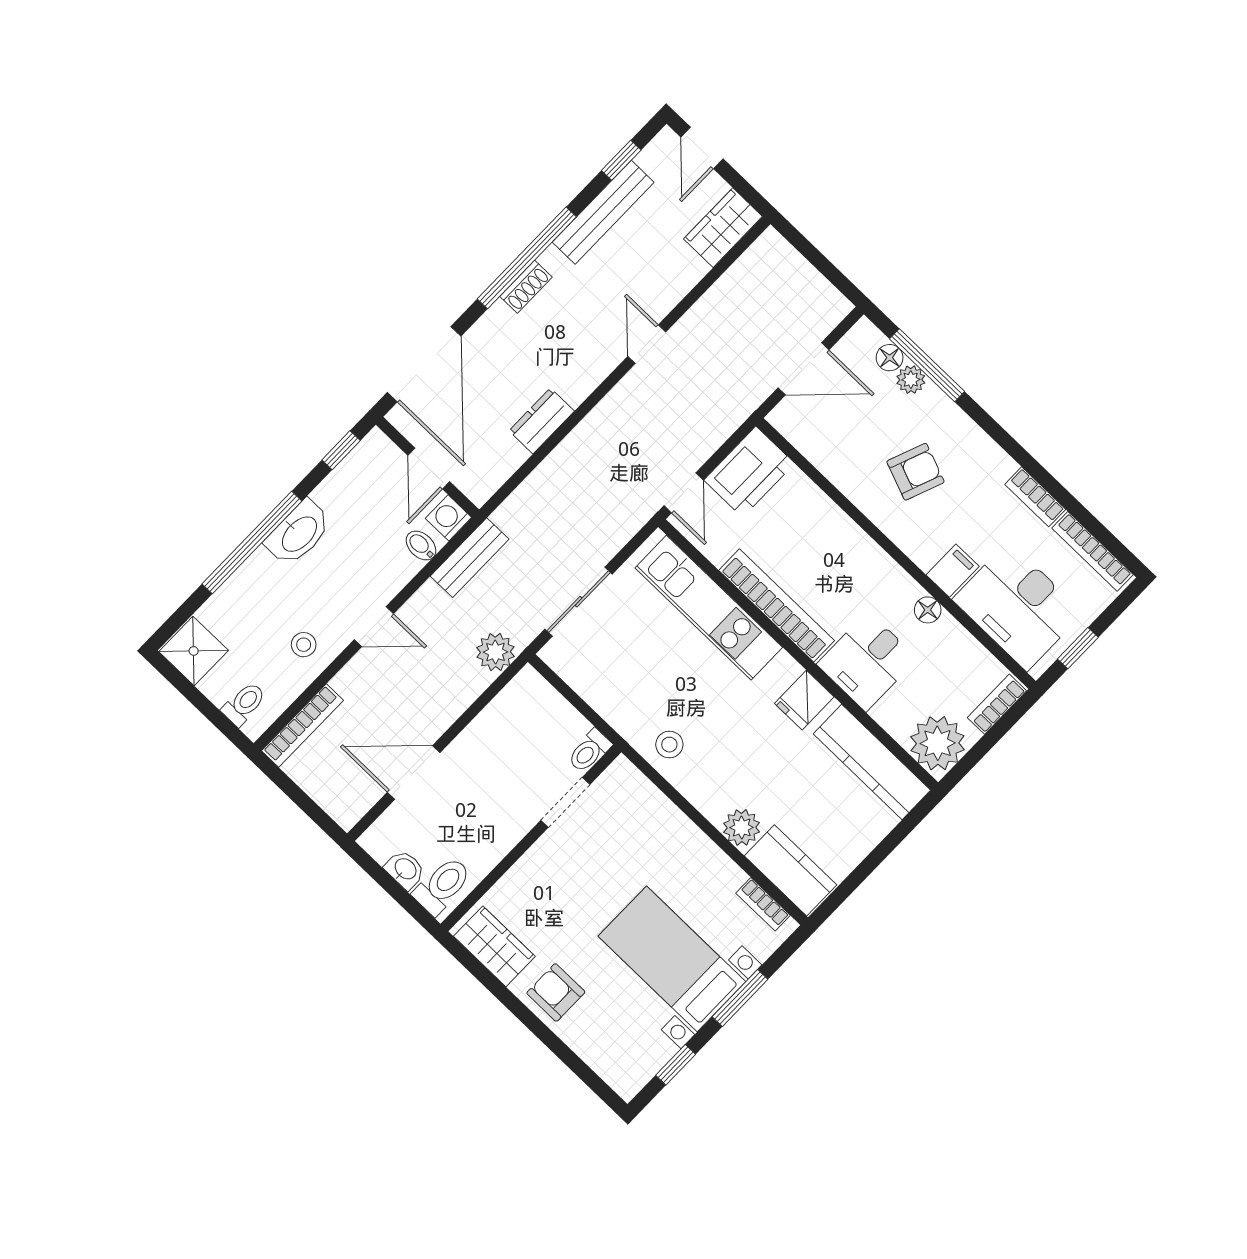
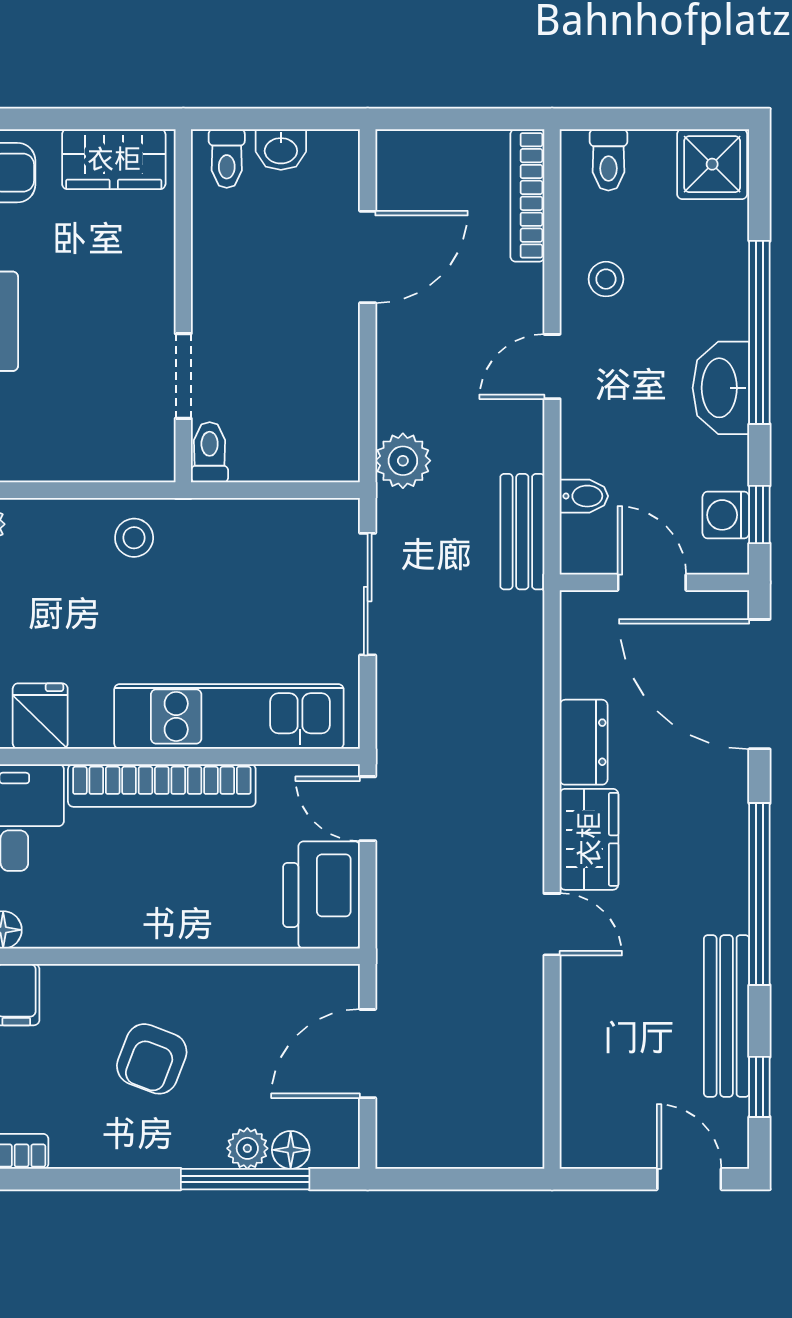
wardrobe: (723, 228) -> (589, 839), moved
shoe rack: (526, 287) -> (732, 864), removed
washing machine: (448, 518) -> (726, 515), moved, turned 180
toilet: (442, 886) -> (227, 159), width x0.73, depth x0.72

